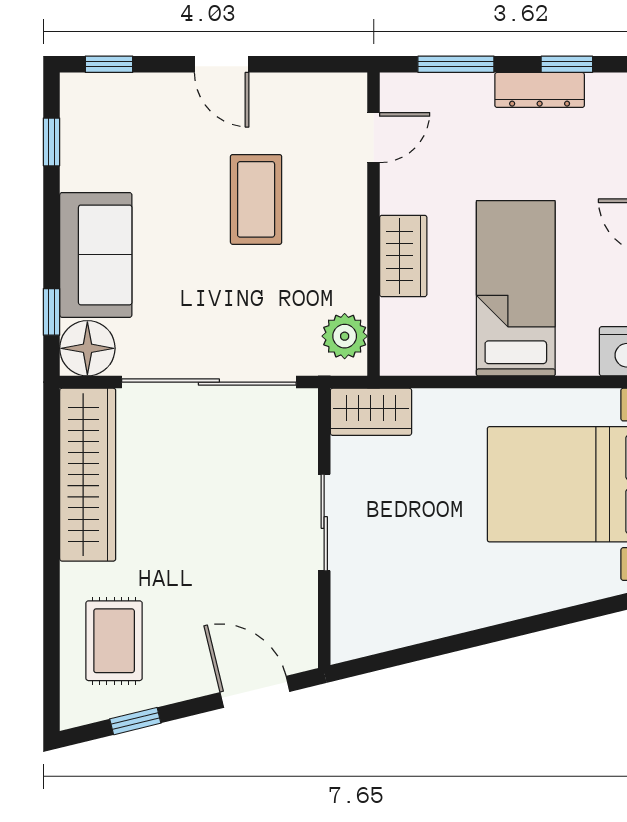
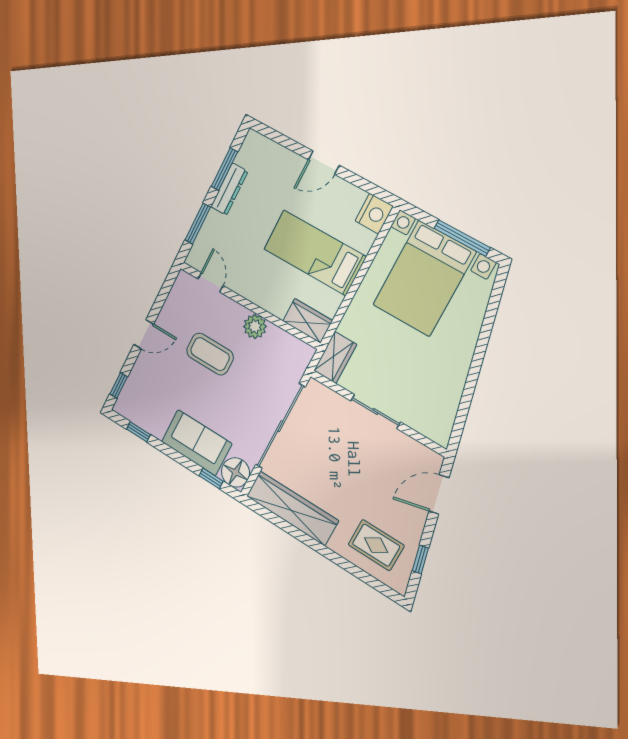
window: (567, 64) -> (224, 169), width x1.50
wardrobe: (403, 256) -> (308, 321), moved
plant: (345, 336) -> (255, 326), moved

